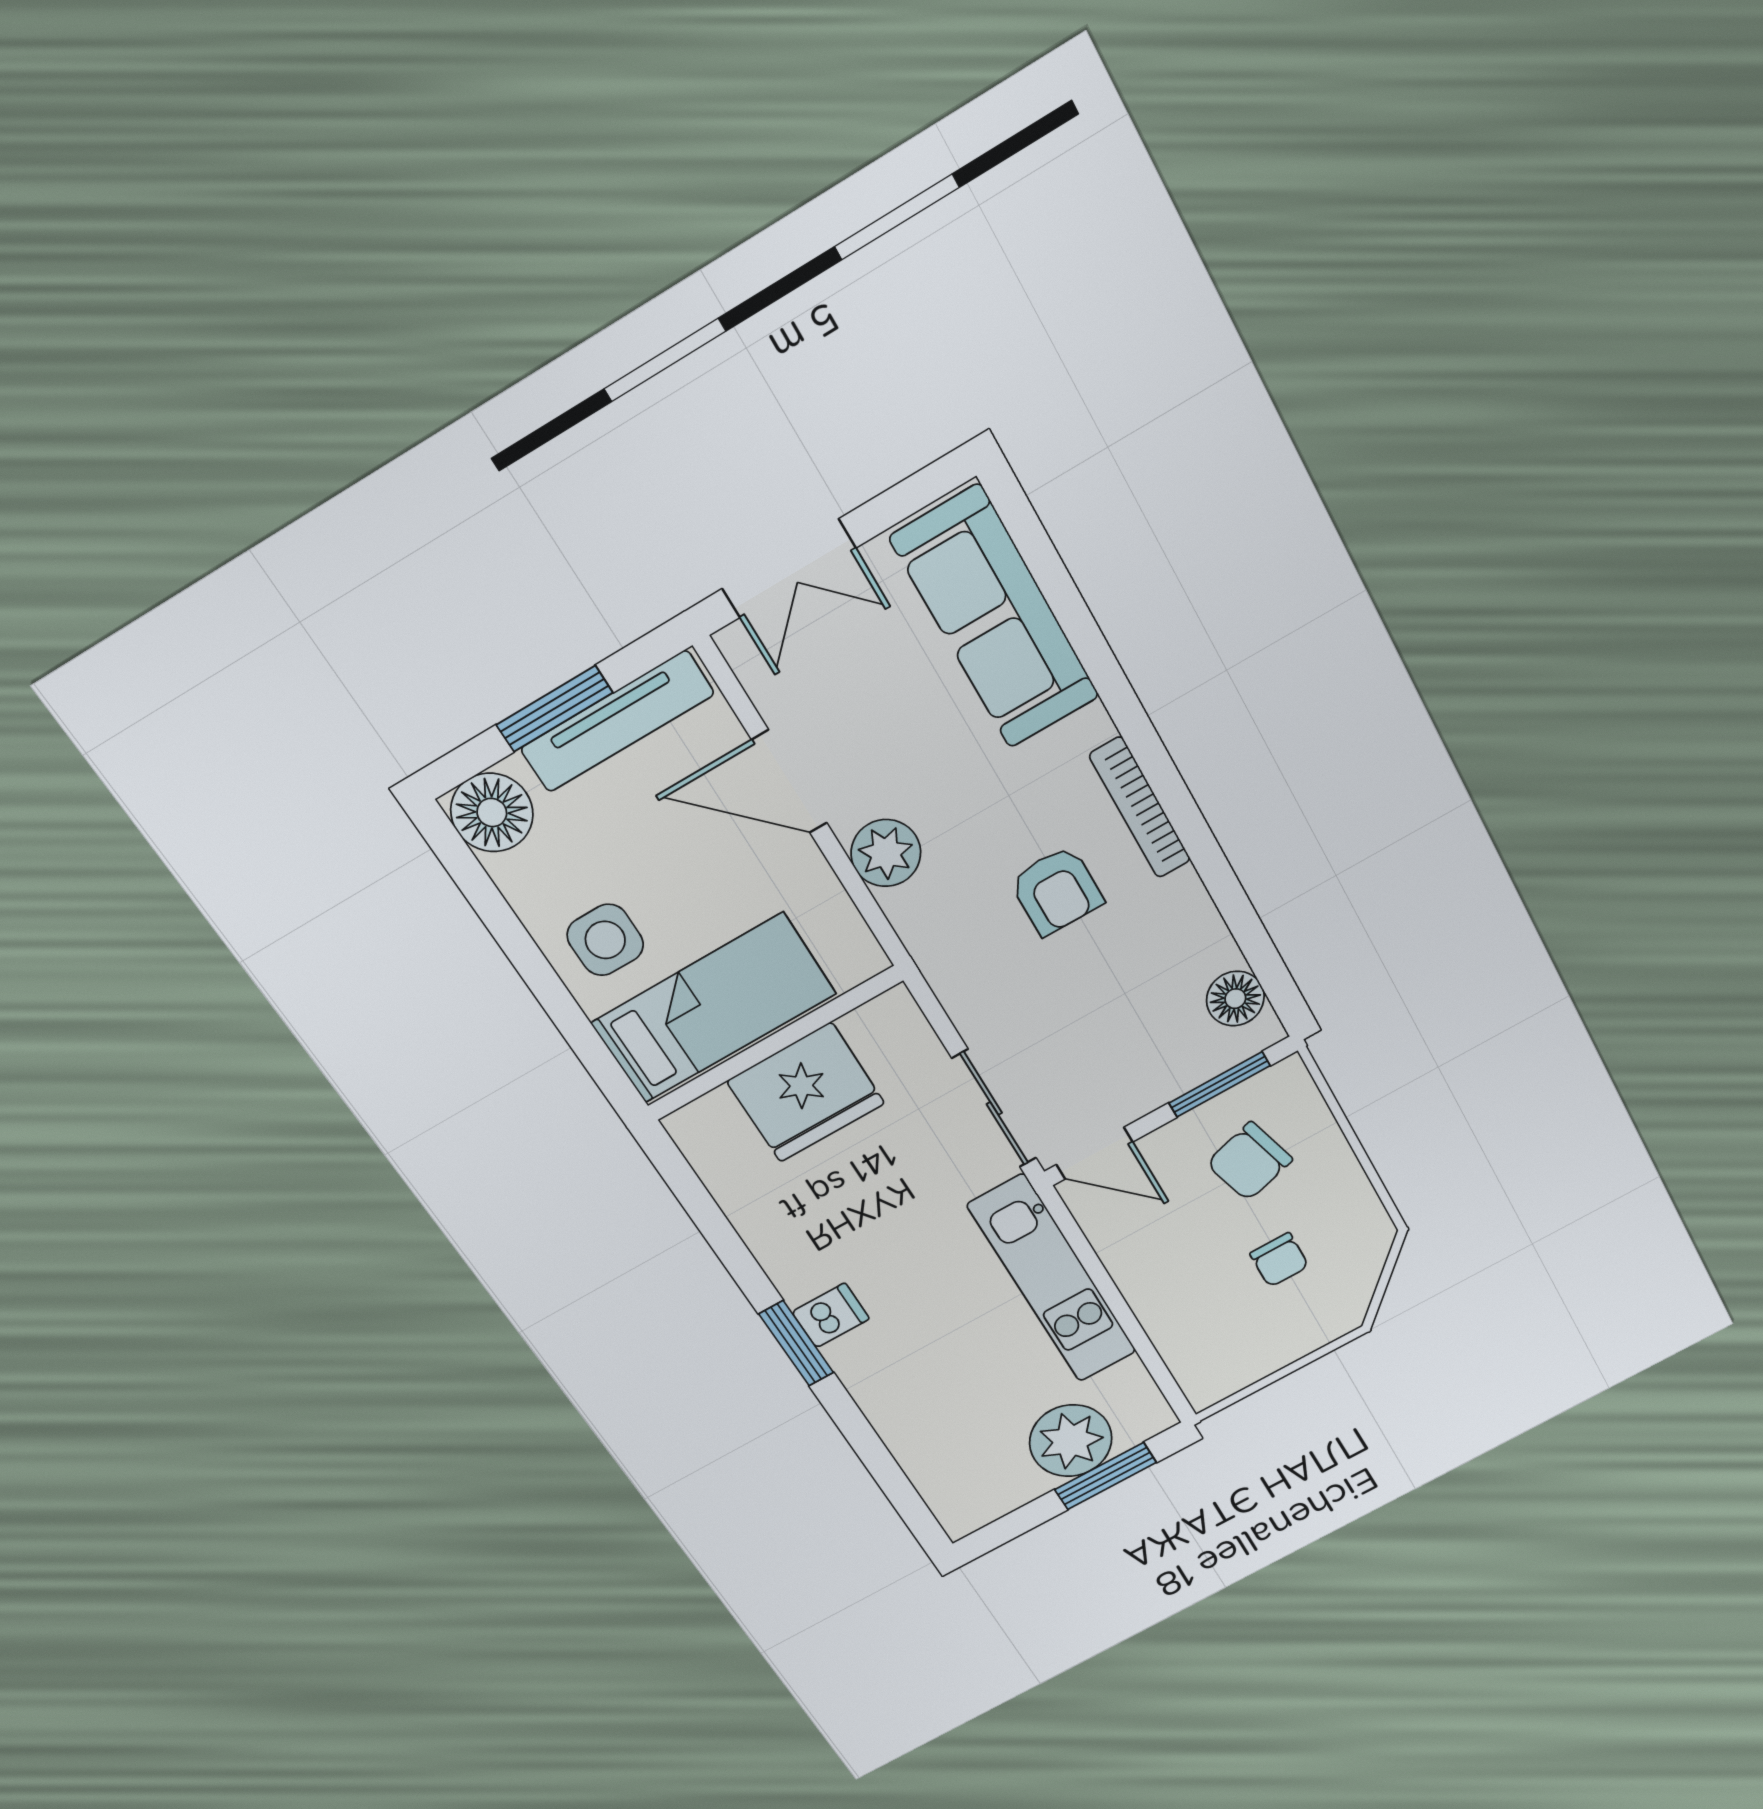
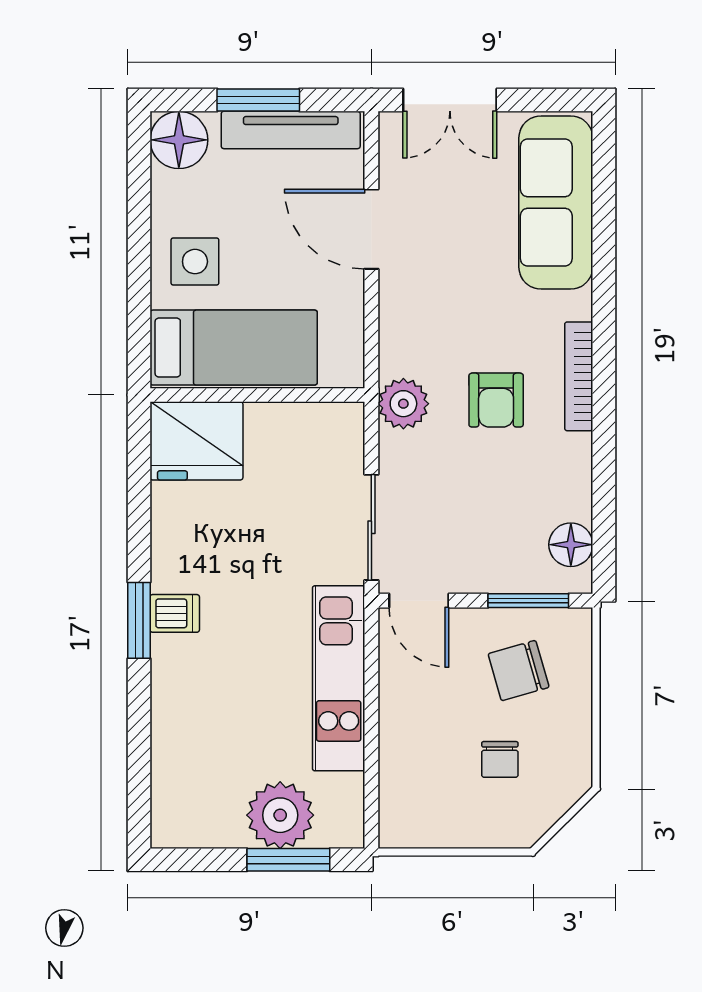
plant: (886, 853) -> (403, 404), moved
fridge: (806, 1092) -> (196, 441), moved

